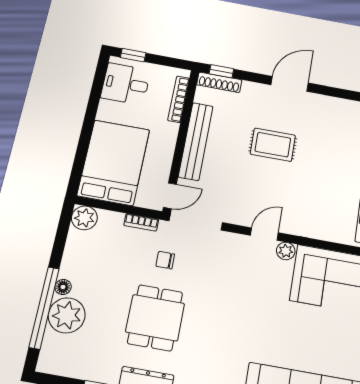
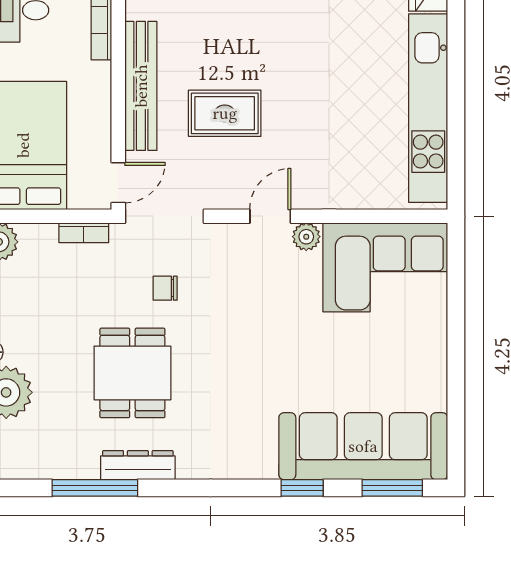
rug: (273, 145) -> (225, 113), moved
chair: (165, 260) -> (165, 288), moved

